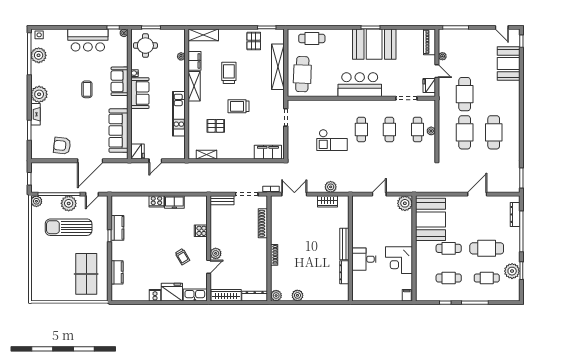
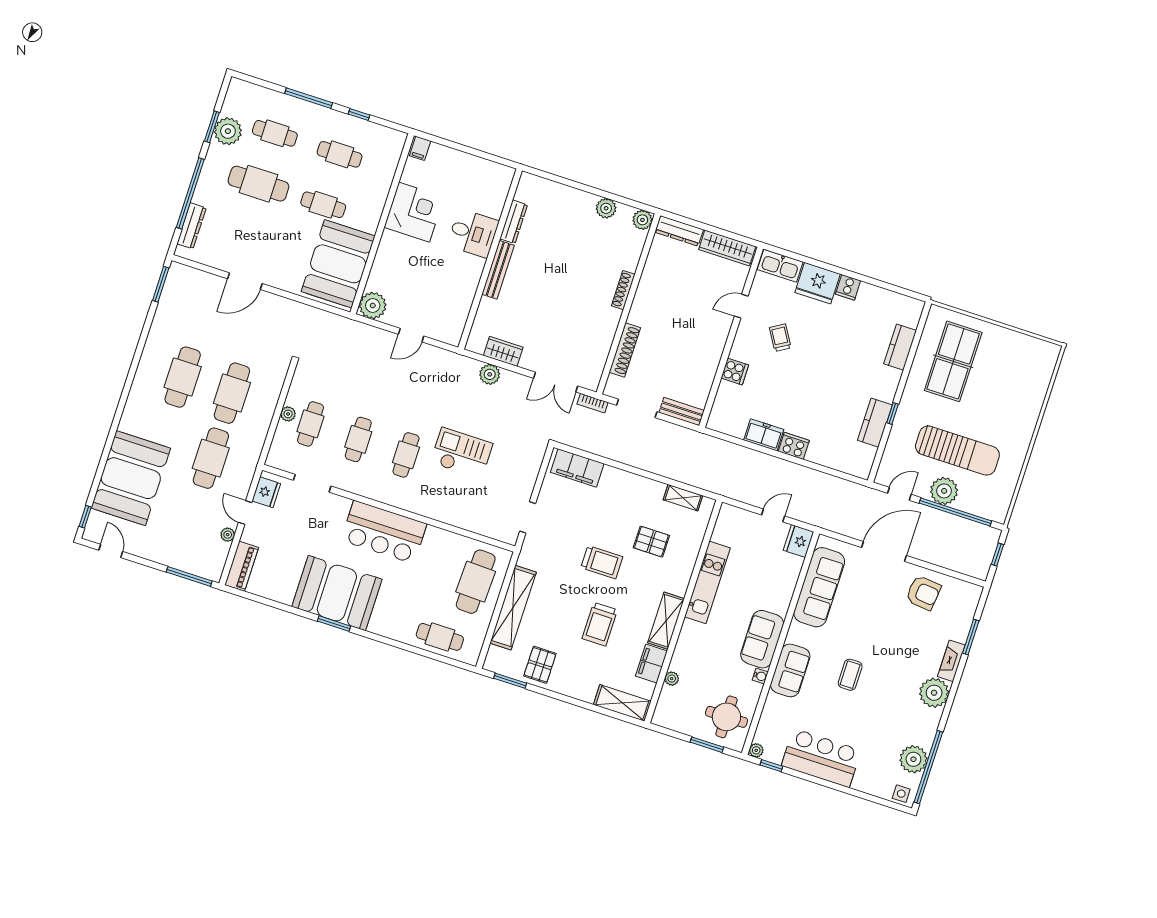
booth: (509, 64) -> (131, 478), width x1.36, depth x1.42
plant: (36, 201) -> (998, 512), removed
plant: (216, 253) -> (722, 325), removed

